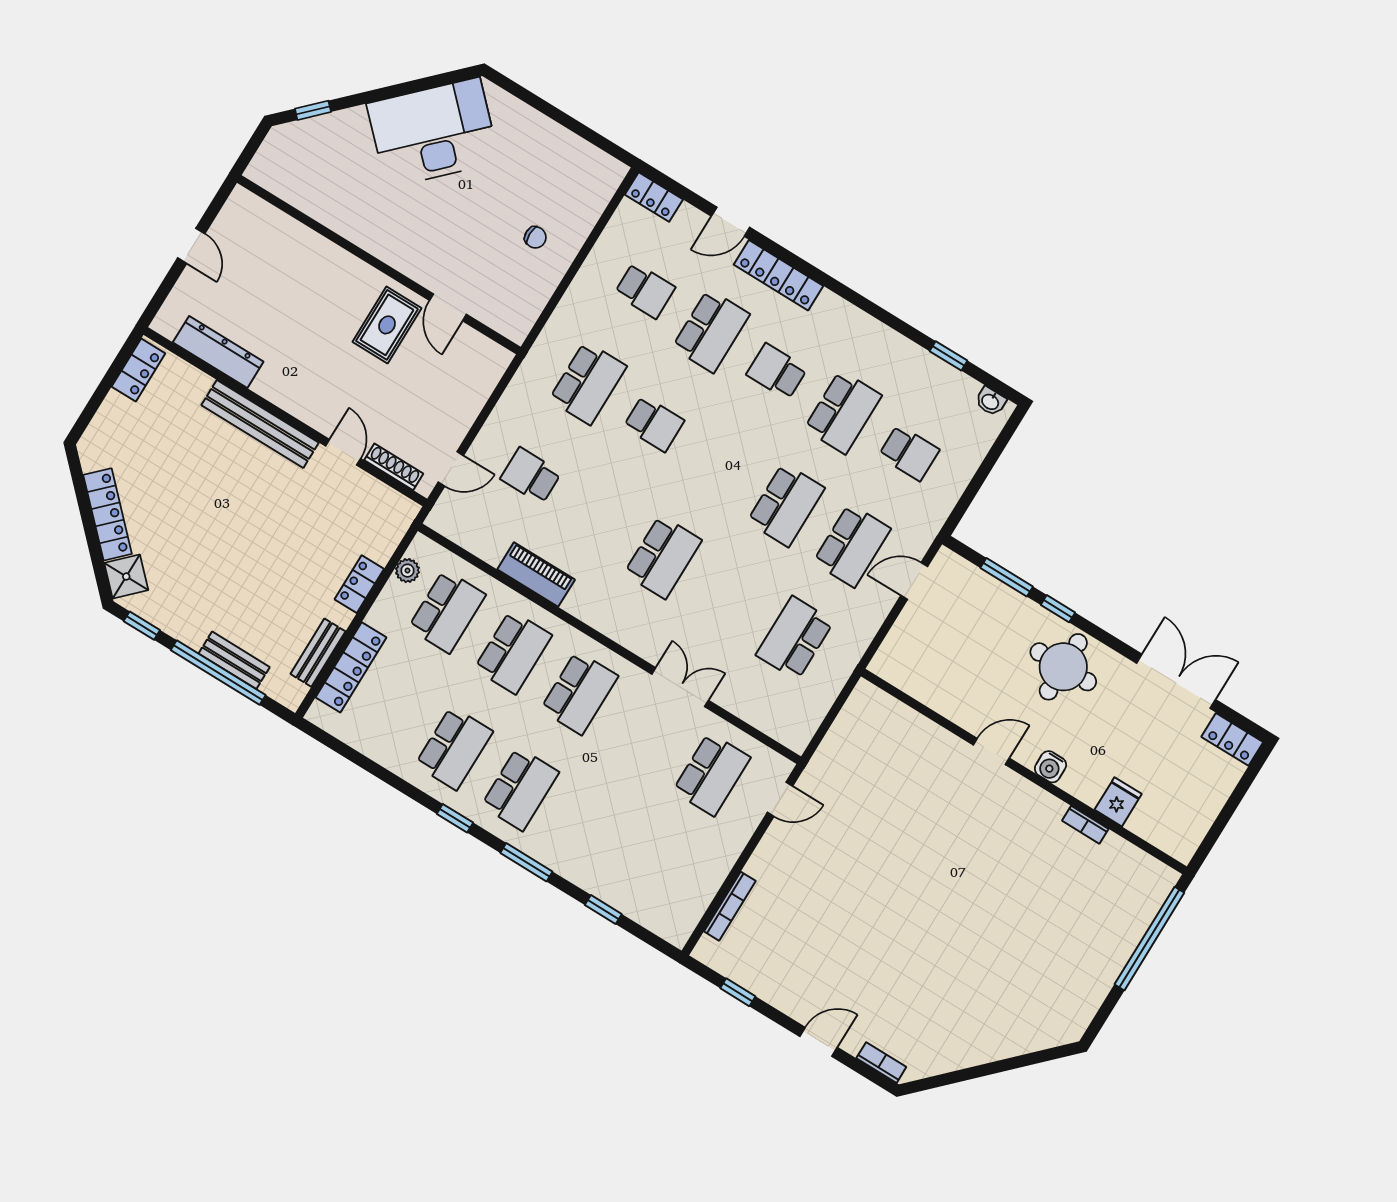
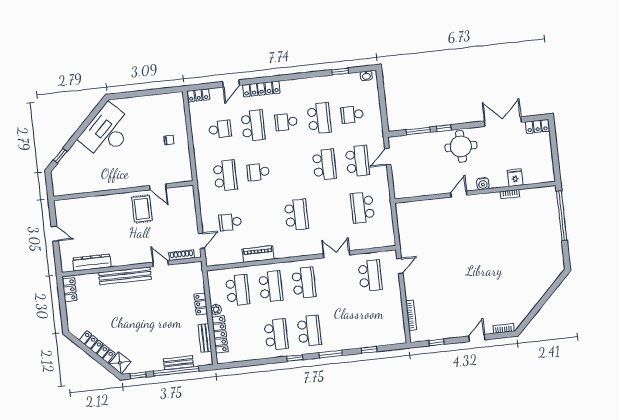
school desk: (654, 424) -> (258, 172), turned 180
school desk: (909, 453) -> (352, 115), turned 180
plant: (407, 571) -> (216, 309), moved

